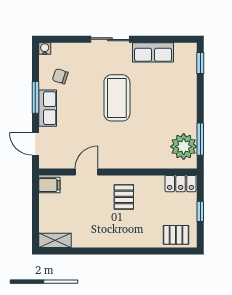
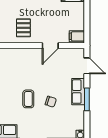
chair: (60, 76) -> (51, 102), moved
coffee table: (117, 98) -> (28, 99), width x0.54, depth x0.58

